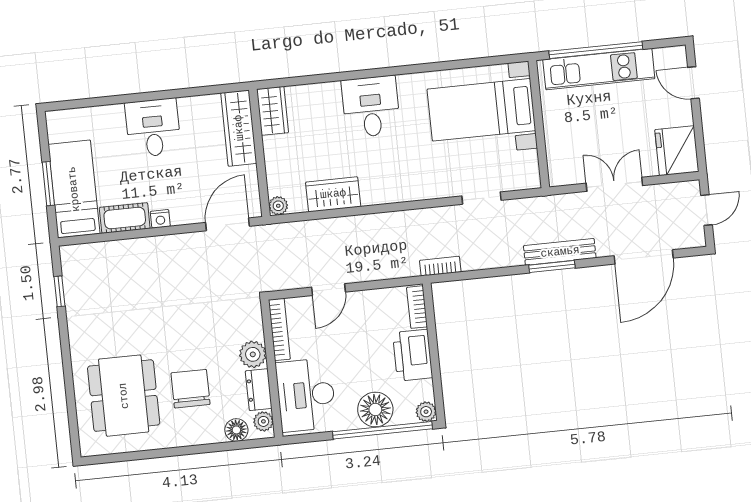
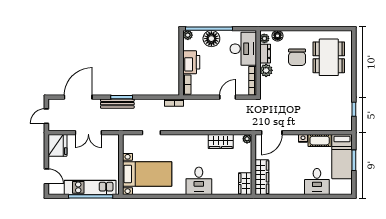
desk: (153, 128) -> (317, 181), moved

